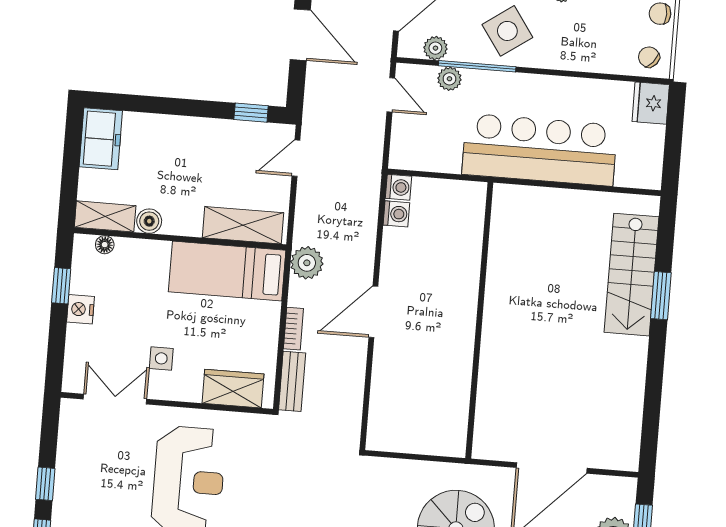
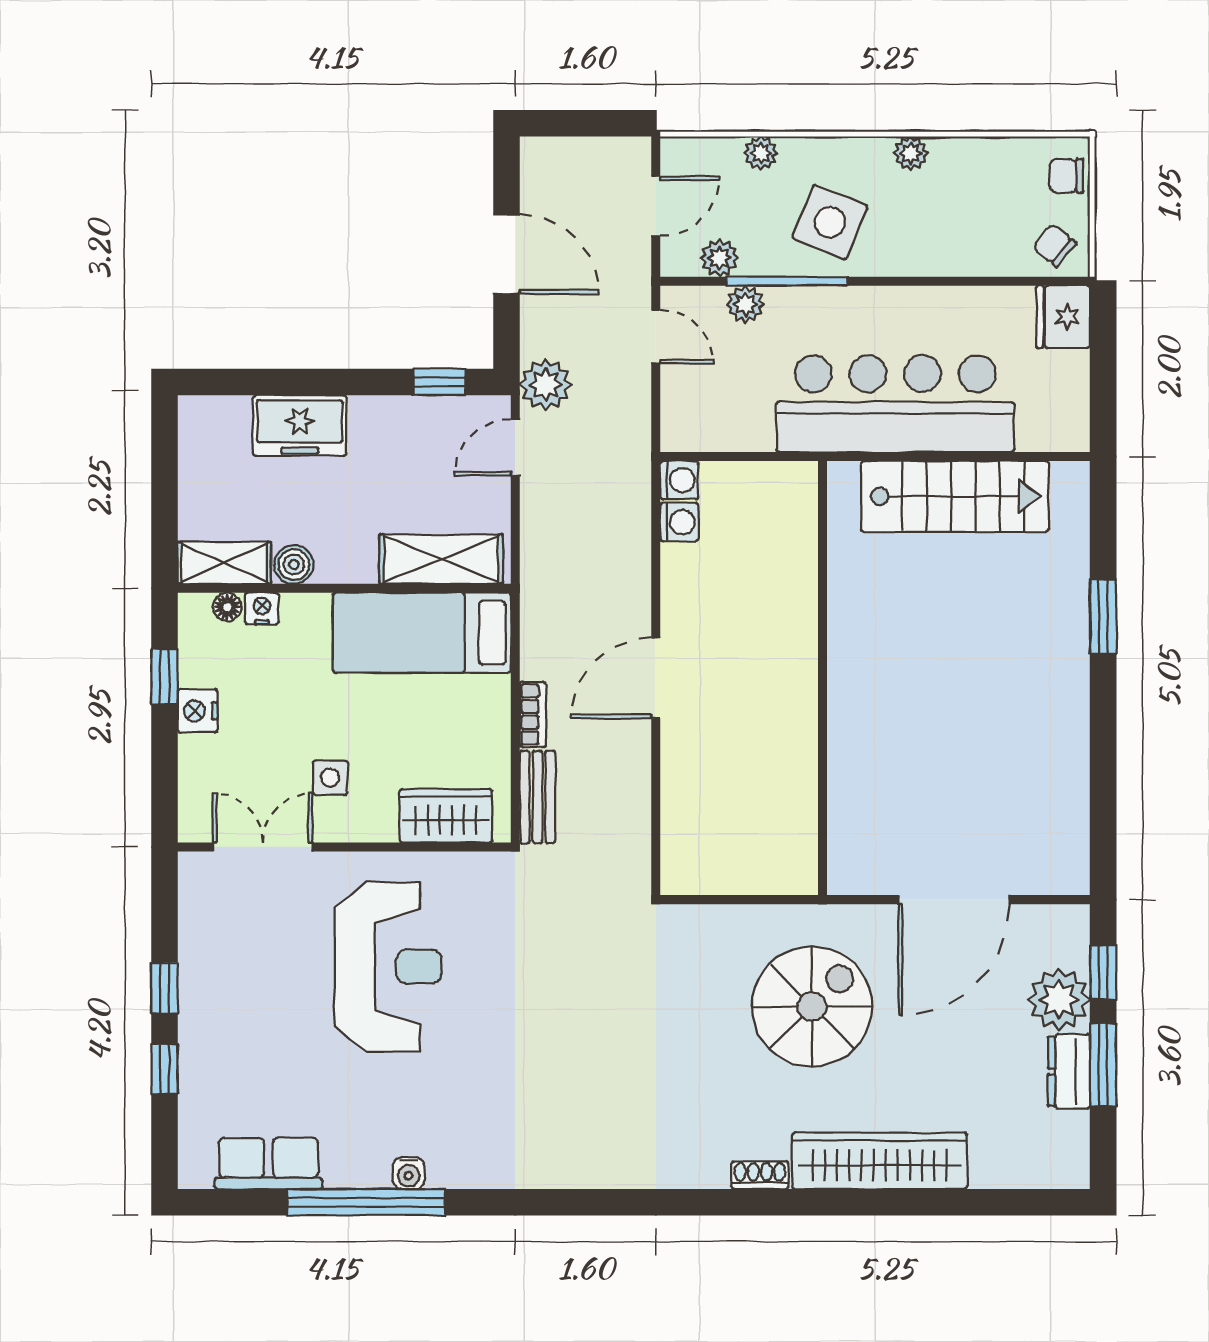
side table: (507, 31) -> (830, 222), turned -33
freezer: (101, 139) -> (300, 425), moved, turned 90
nightstand: (127, 247) -> (262, 609), added
plant: (307, 263) -> (546, 385), moved
stairs: (632, 275) -> (955, 496), moved, turned -90

